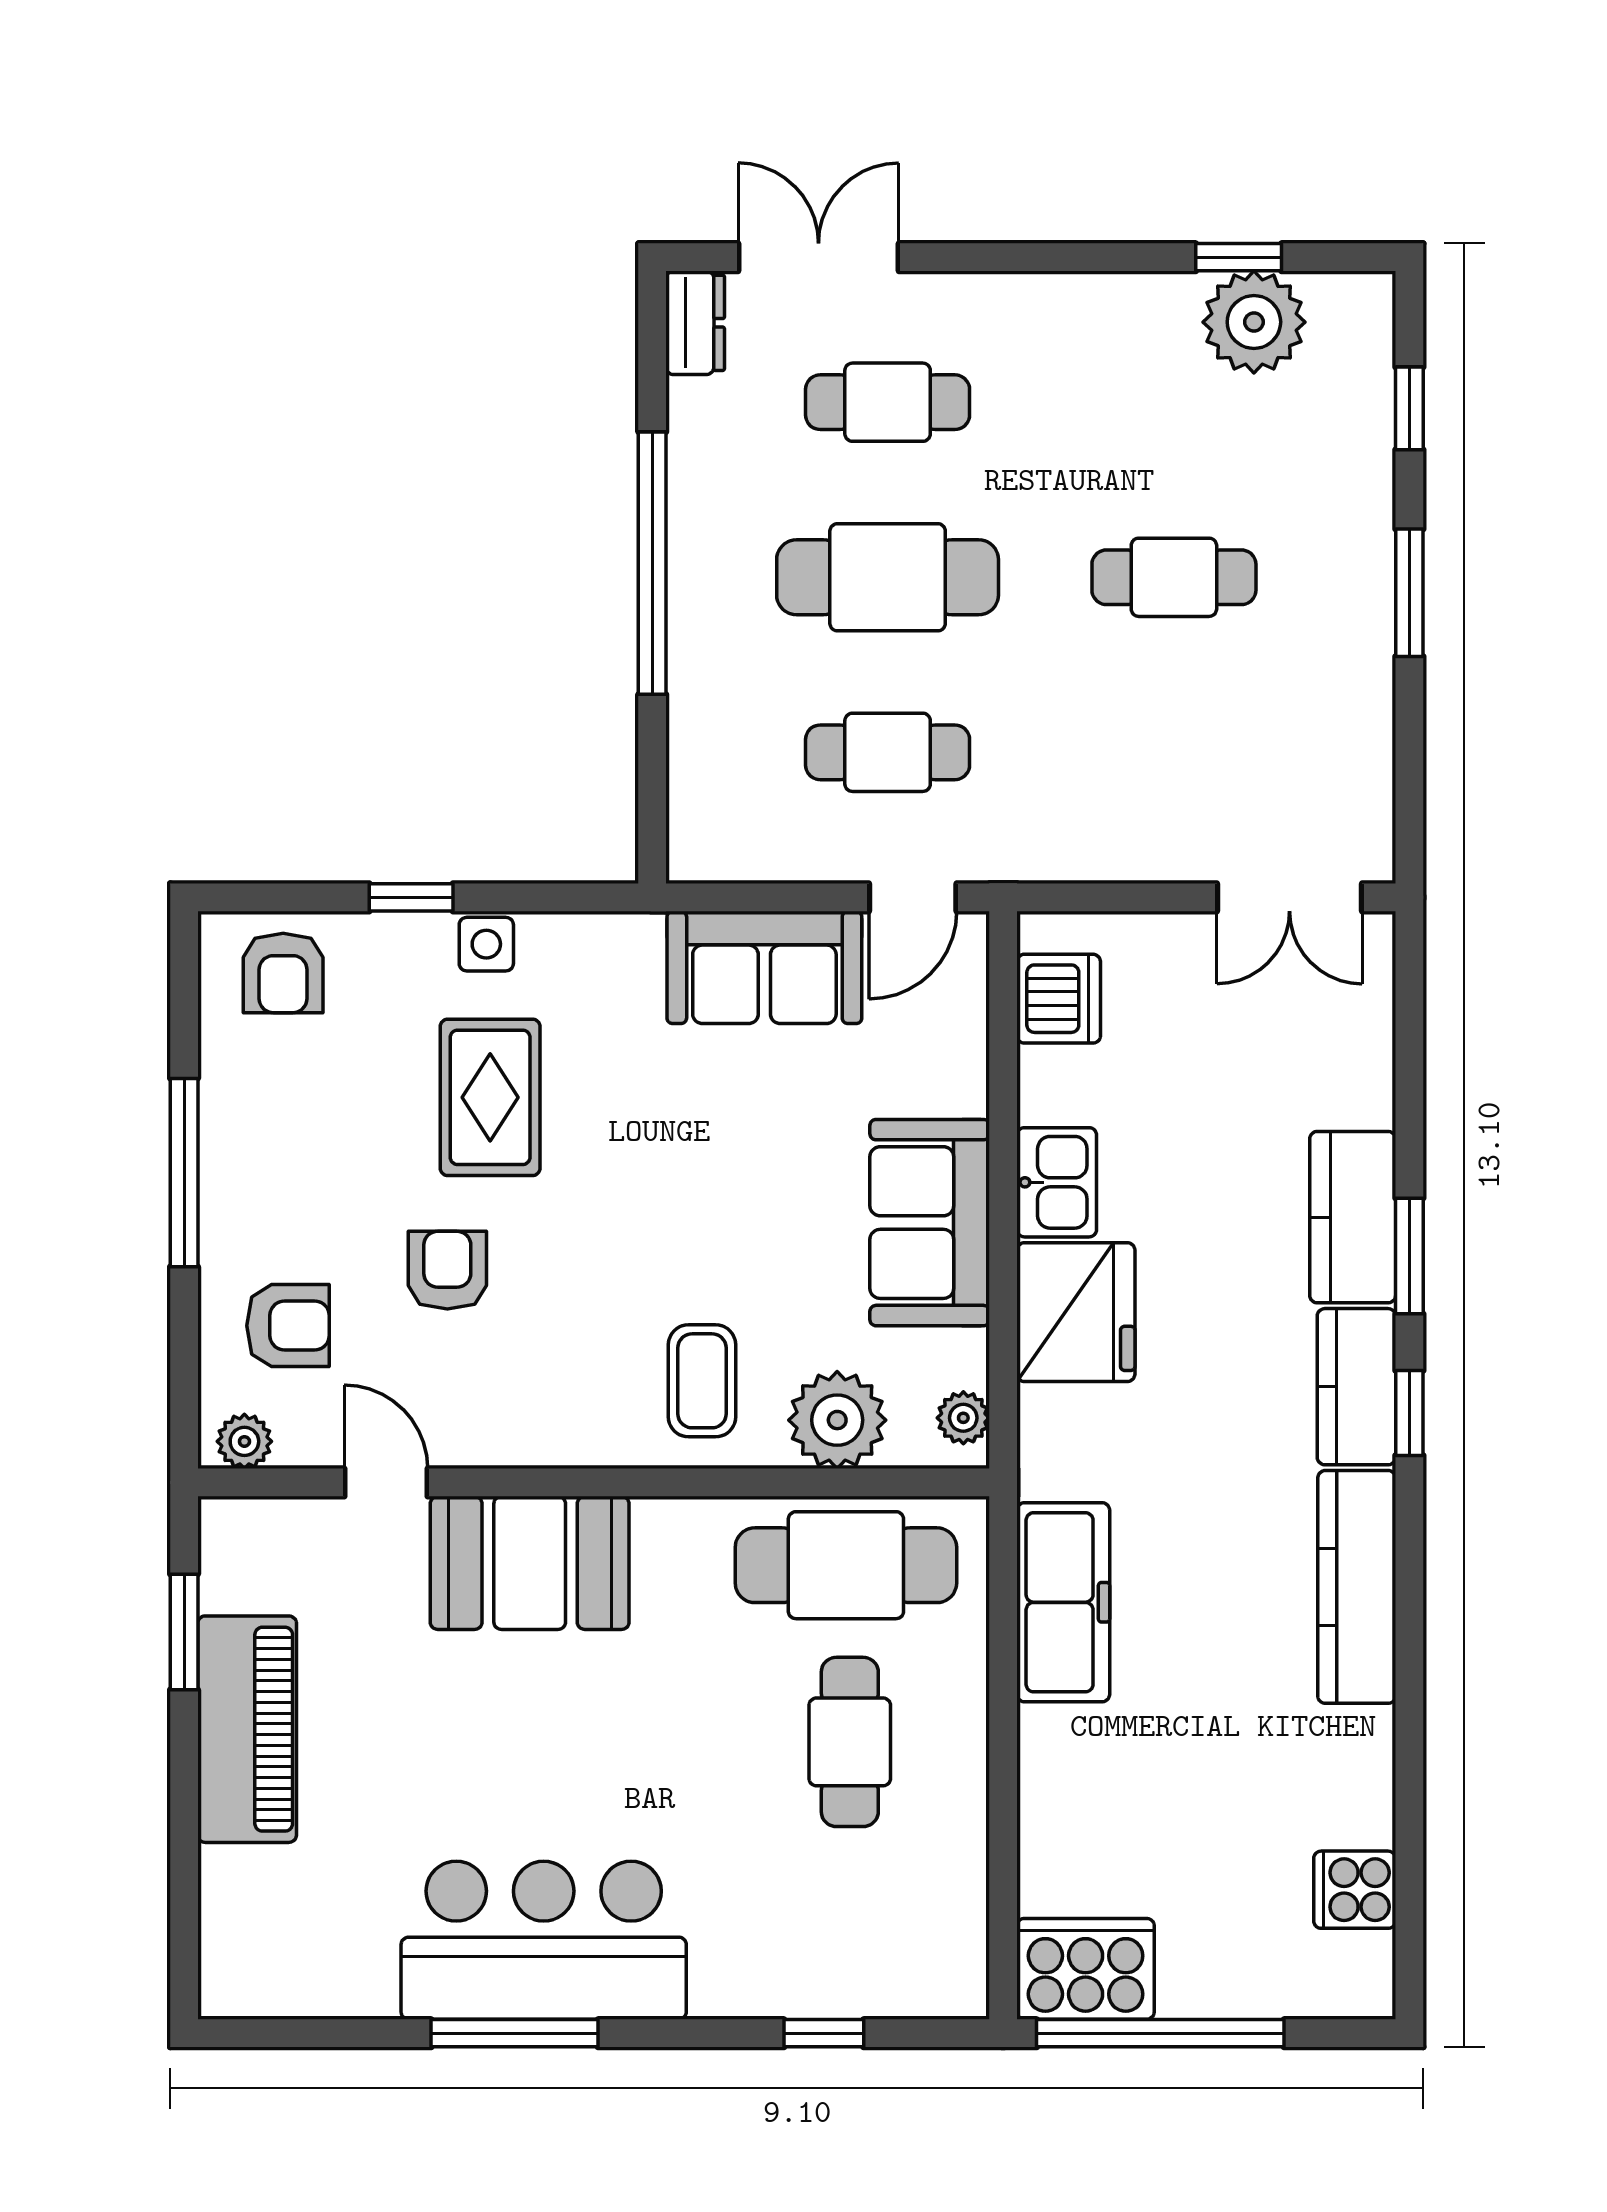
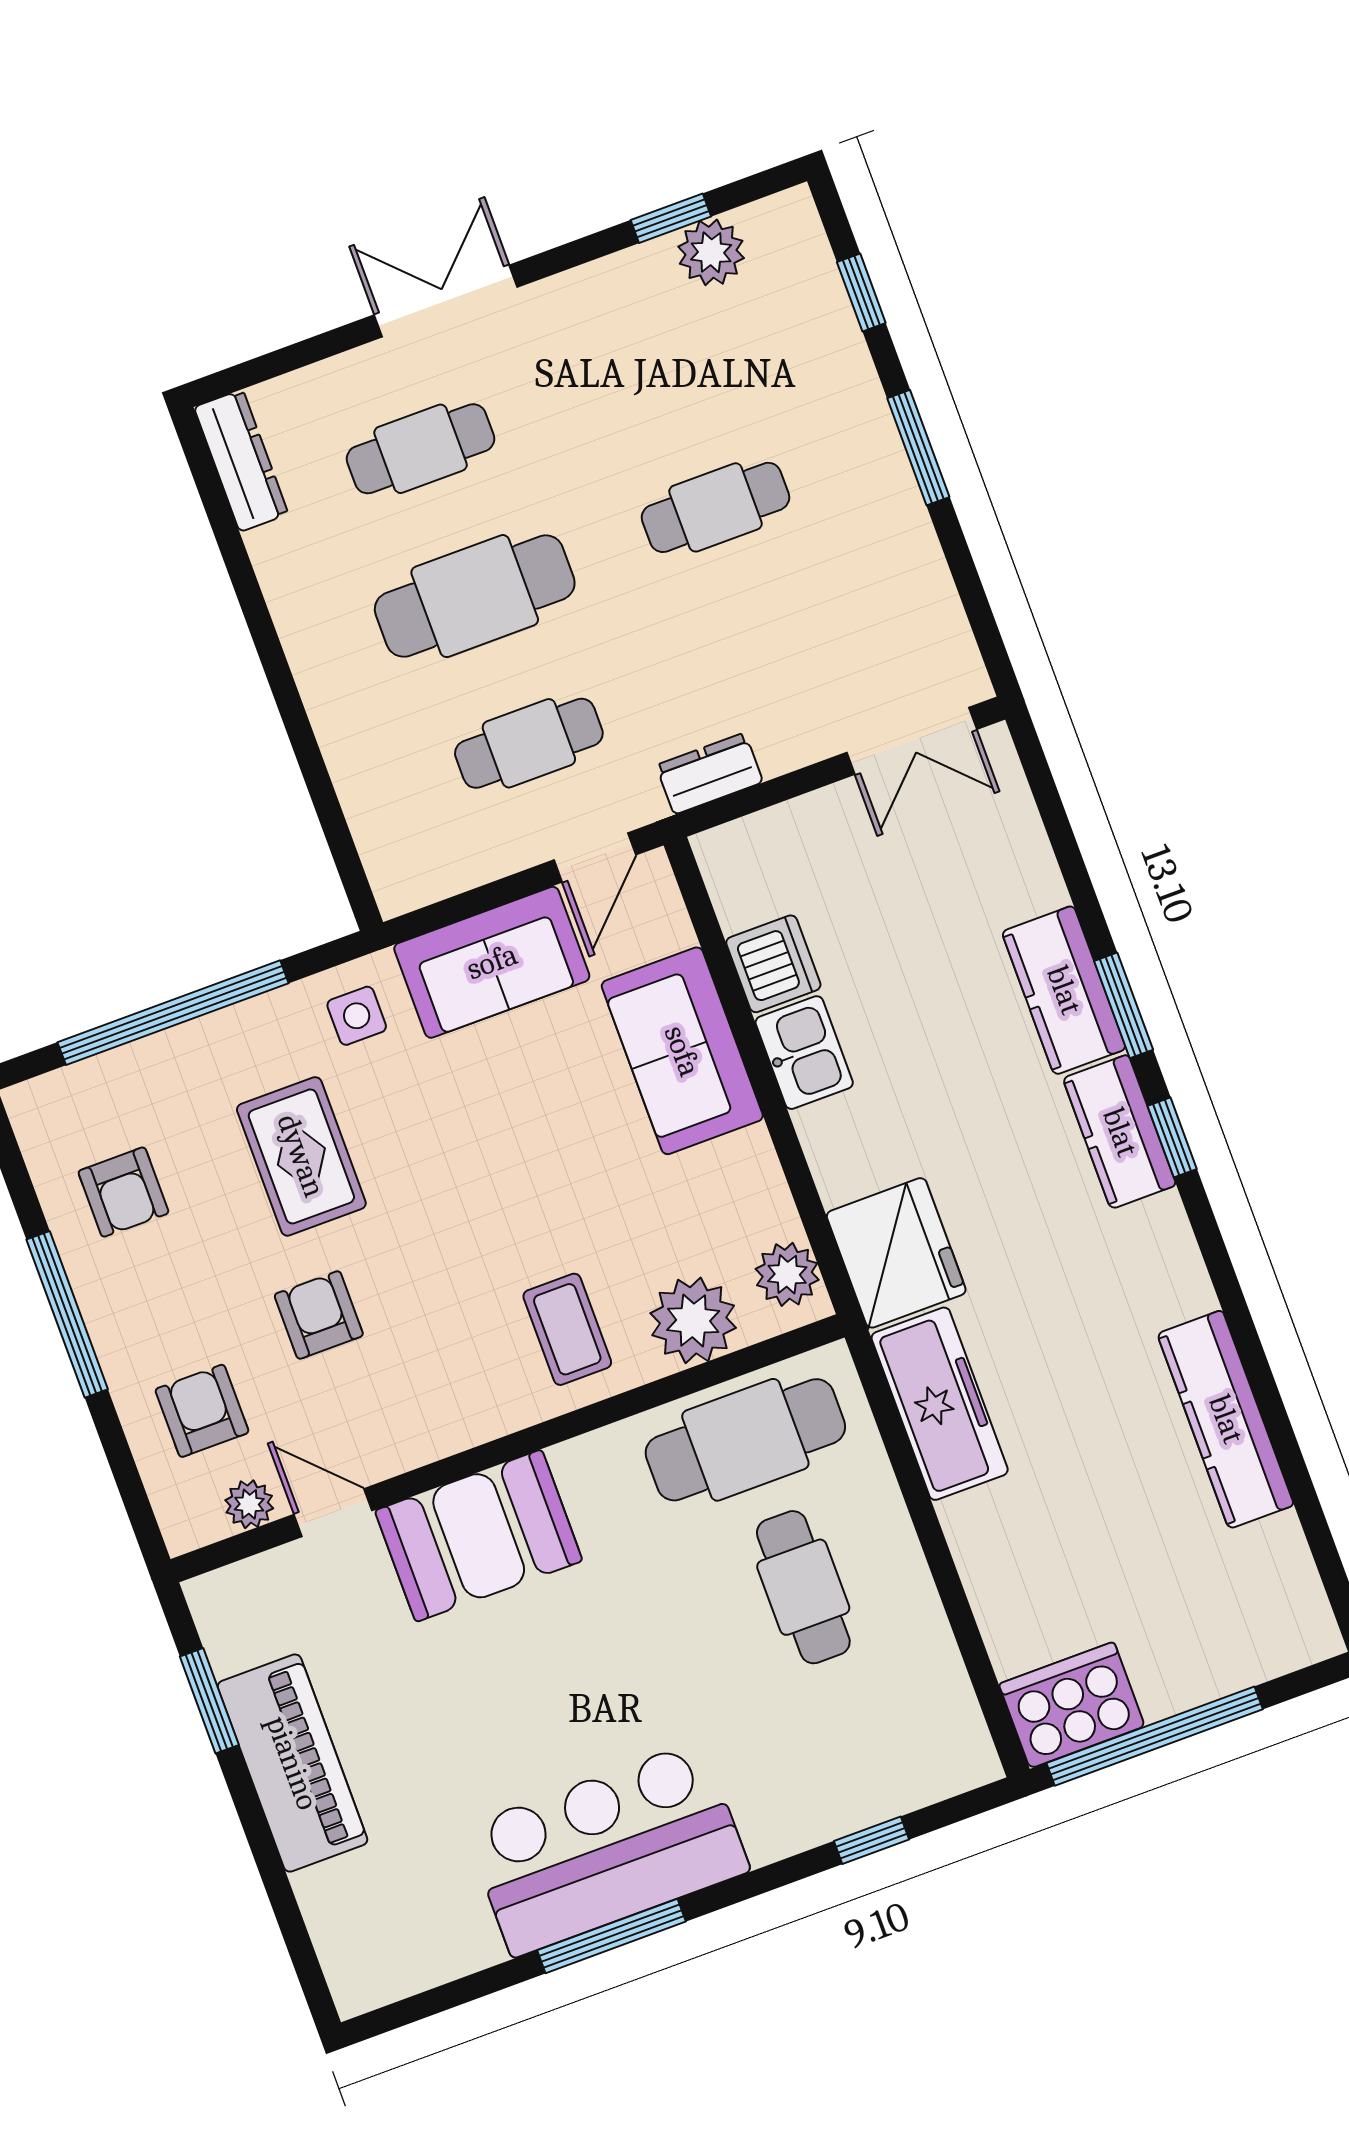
double door: (819, 257) -> (446, 301), moved
plant: (1254, 322) -> (711, 252), width x0.73, depth x0.73
dresser: (695, 323) -> (241, 461), width x1.44
window: (652, 563) -> (272, 657), removed
dresser: (1065, 854) -> (709, 774), added
window: (411, 897) -> (173, 1013), width x3.17
side table: (486, 944) -> (357, 1016), moved
armchair: (283, 973) -> (123, 1192), moved
dishwasher: (1059, 999) -> (773, 964), moved
sofa: (930, 1223) -> (682, 1051), moved
fridge: (1076, 1312) -> (896, 1253), moved
armchair: (288, 1326) -> (202, 1411), turned -90
plant: (963, 1418) -> (787, 1274), width x1.38, depth x1.38
plant: (244, 1441) -> (249, 1504), moved
kitchen counter: (1357, 1587) -> (1226, 1419), moved
cooker: (1355, 1890) -> (1274, 1555), removed

